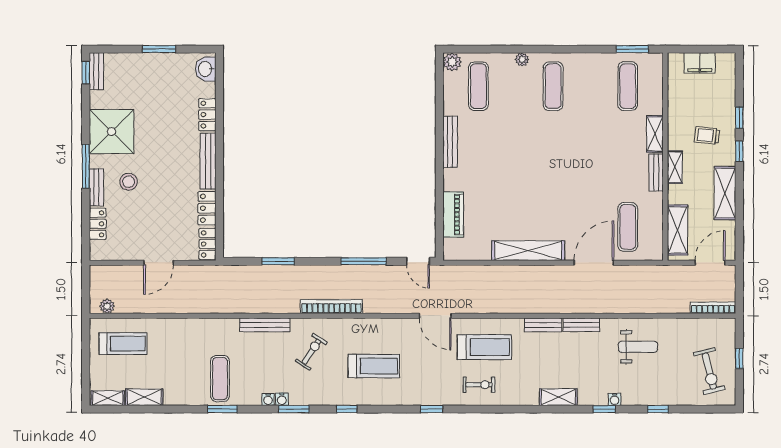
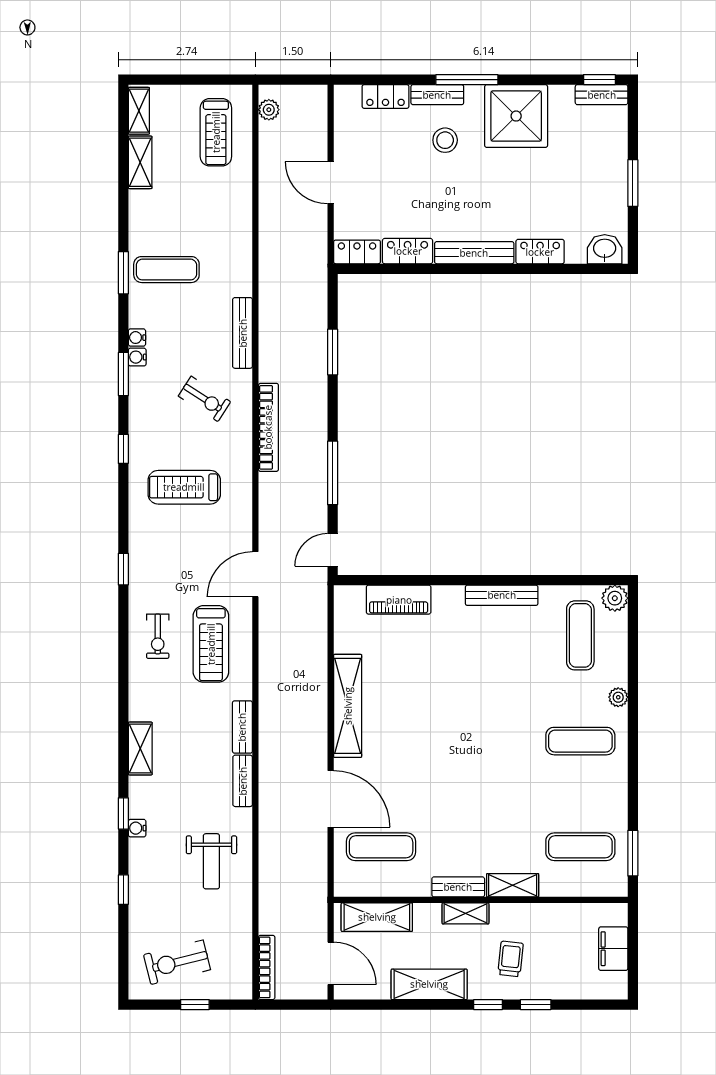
exercise mat: (478, 86) -> (580, 635), turned 90
treadmill: (374, 366) -> (184, 487), turned 90

